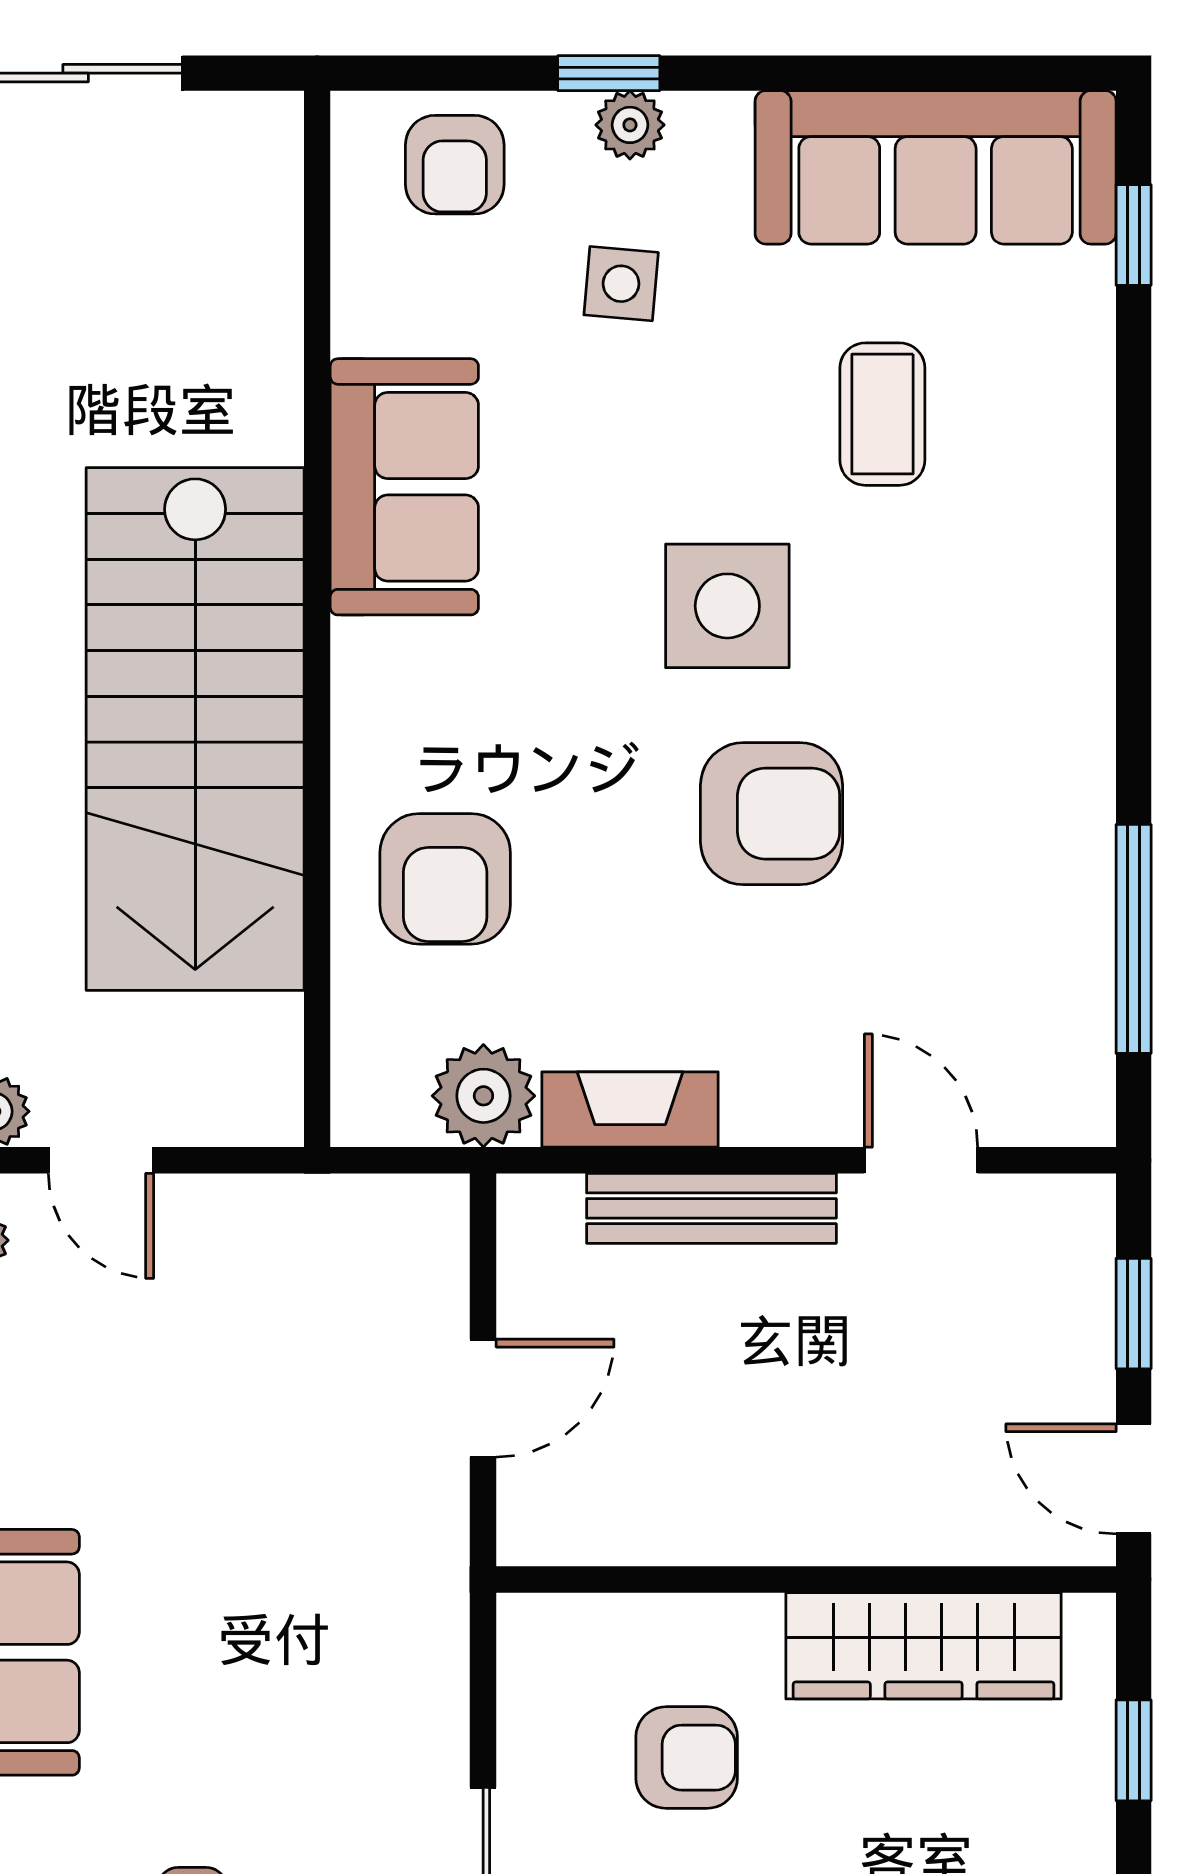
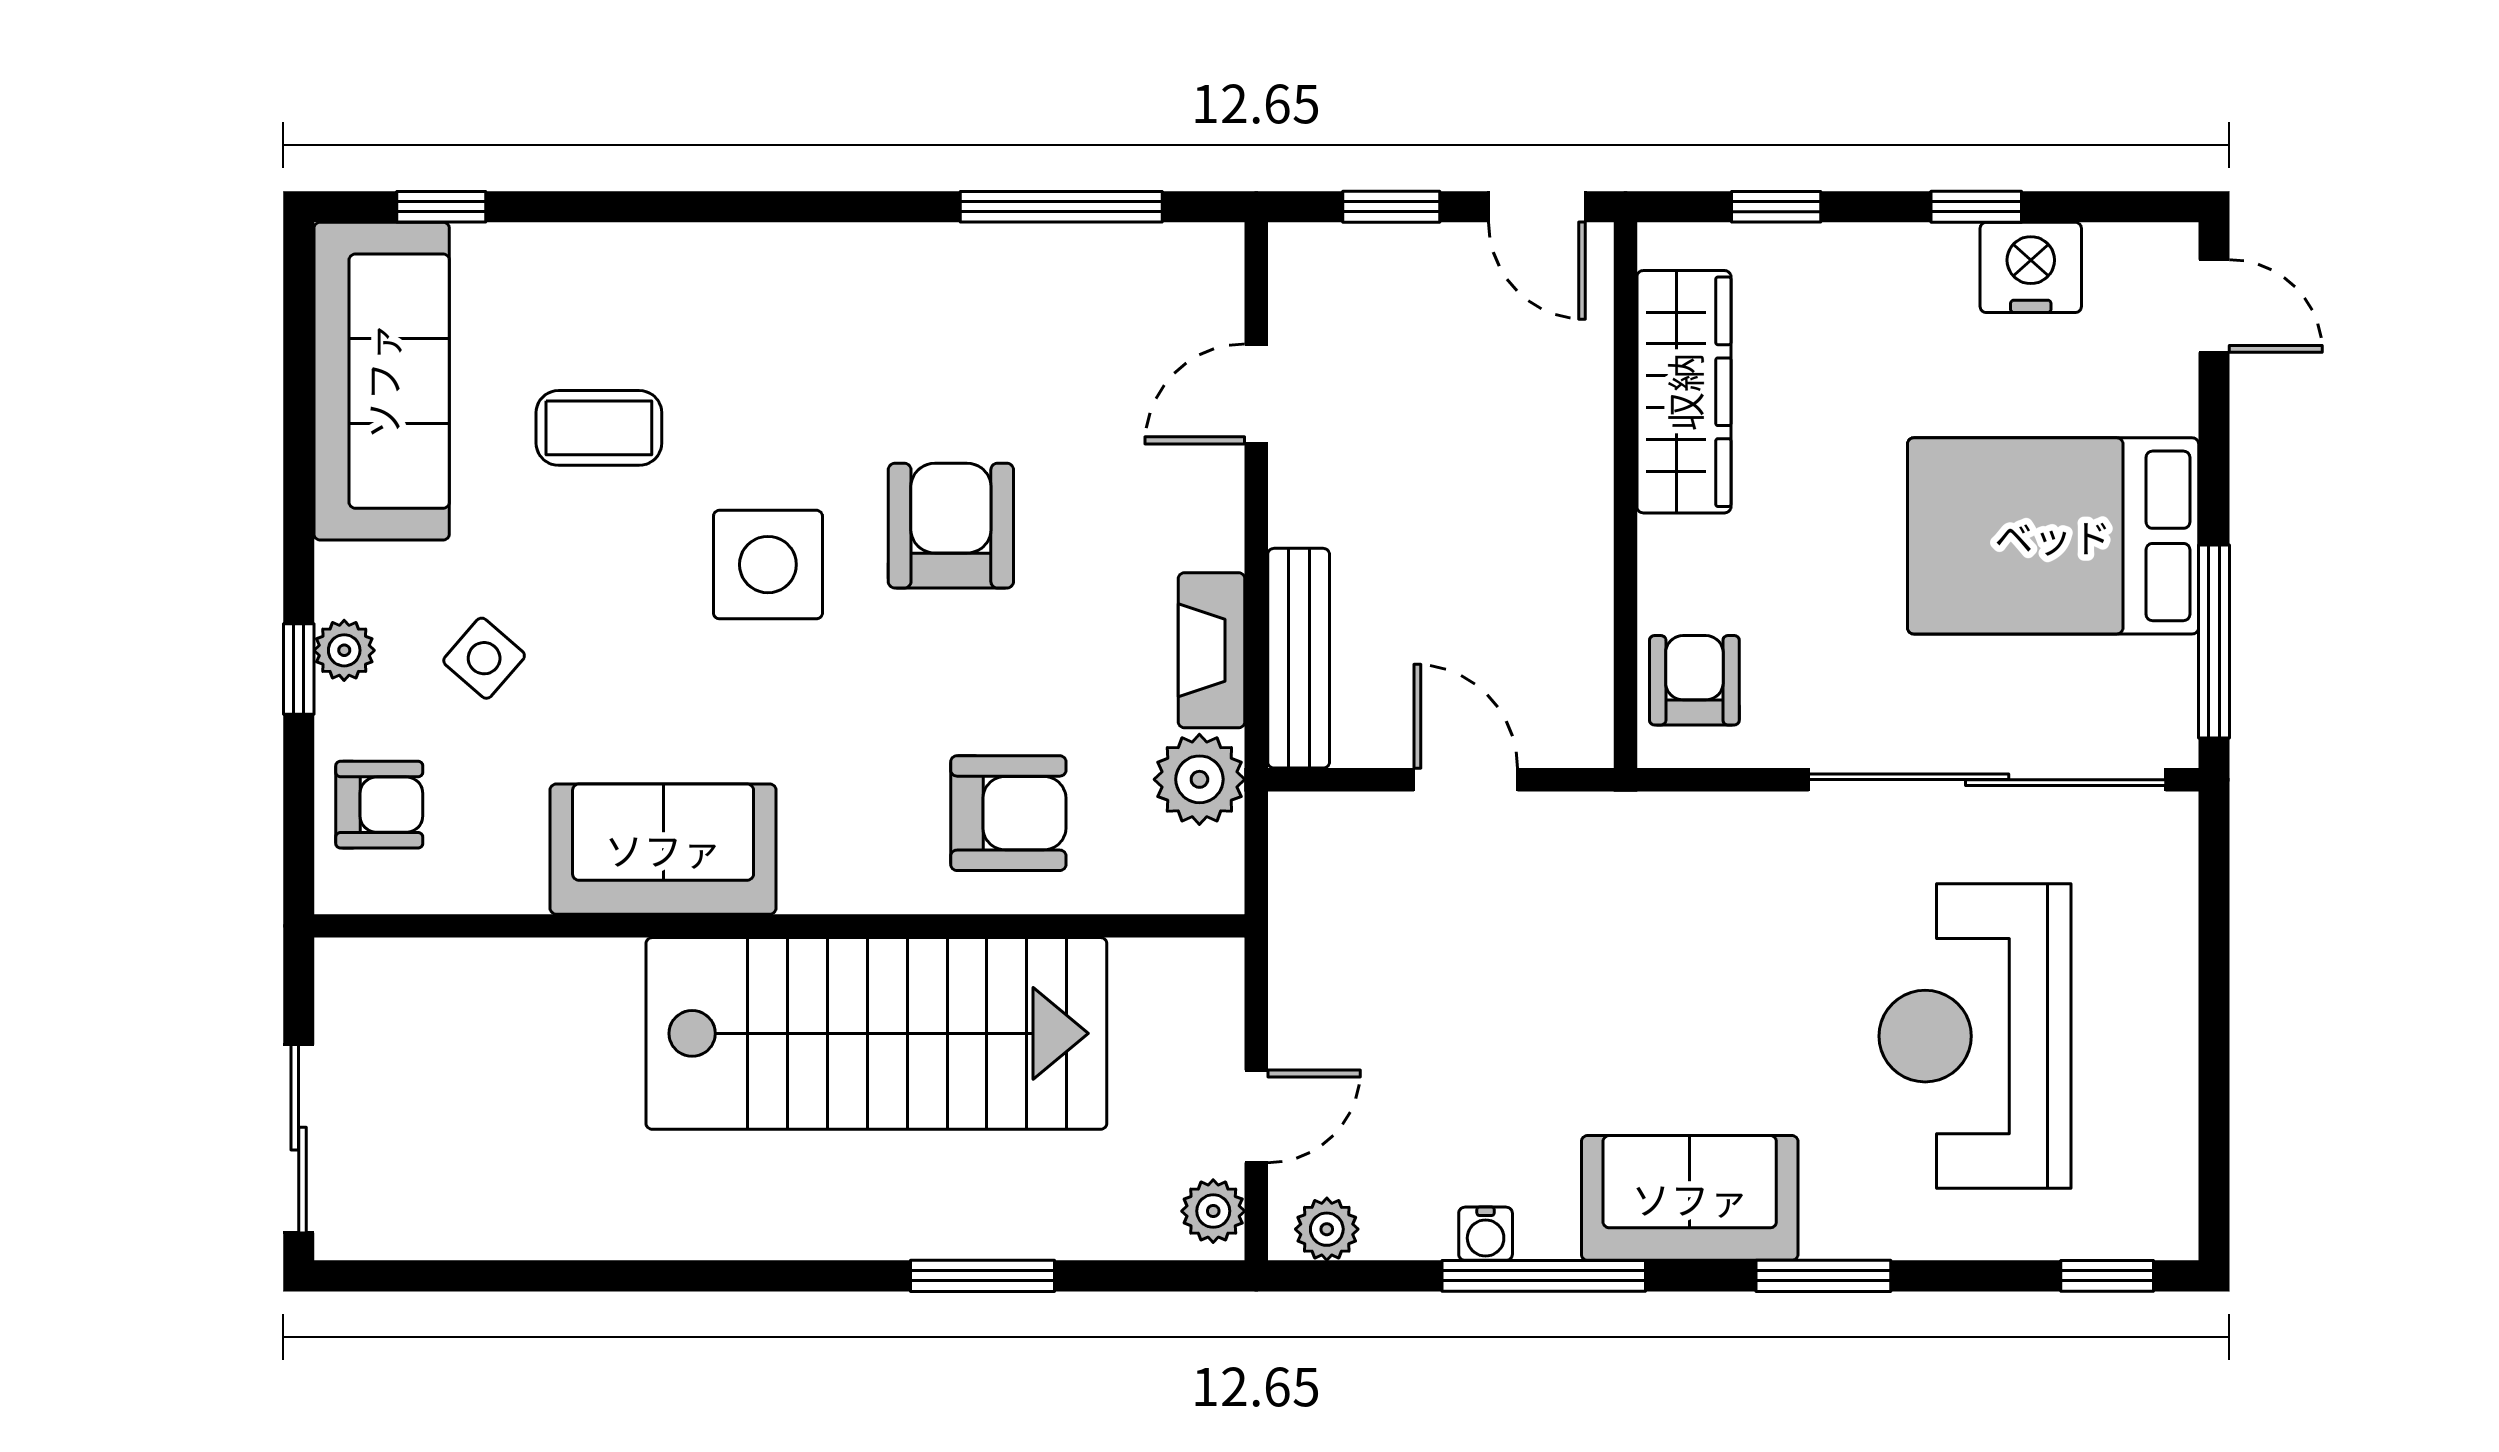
side table: (621, 284) -> (484, 658), turned 36
bench: (711, 1208) -> (1299, 658), moved
door: (1134, 1479) -> (1537, 207), hinge flipped
armchair: (687, 1758) -> (1694, 680), moved

